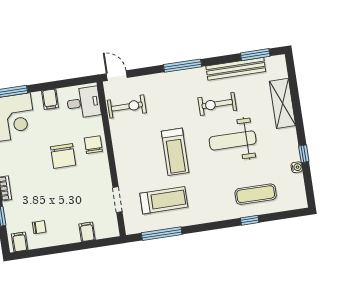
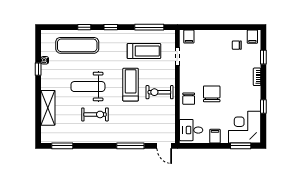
window: (183, 66) -> (130, 146), moved
bench: (236, 69) -> (78, 138), removed
exercise bike: (127, 106) -> (159, 92), moved
weight bench: (233, 140) -> (88, 87), turned 180
exercise mat: (256, 194) -> (77, 45), width x1.36, depth x1.45
treadmill: (164, 200) -> (144, 51), turned 180
window: (214, 226) -> (111, 27), added
filing cabinet: (87, 232) -> (189, 37), moved

